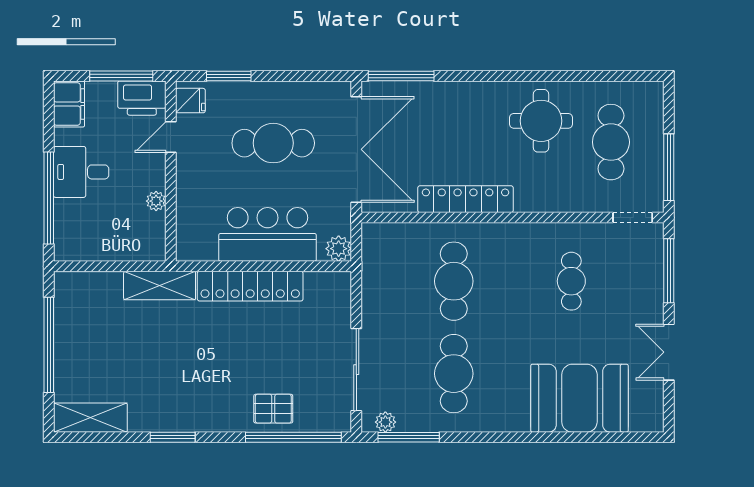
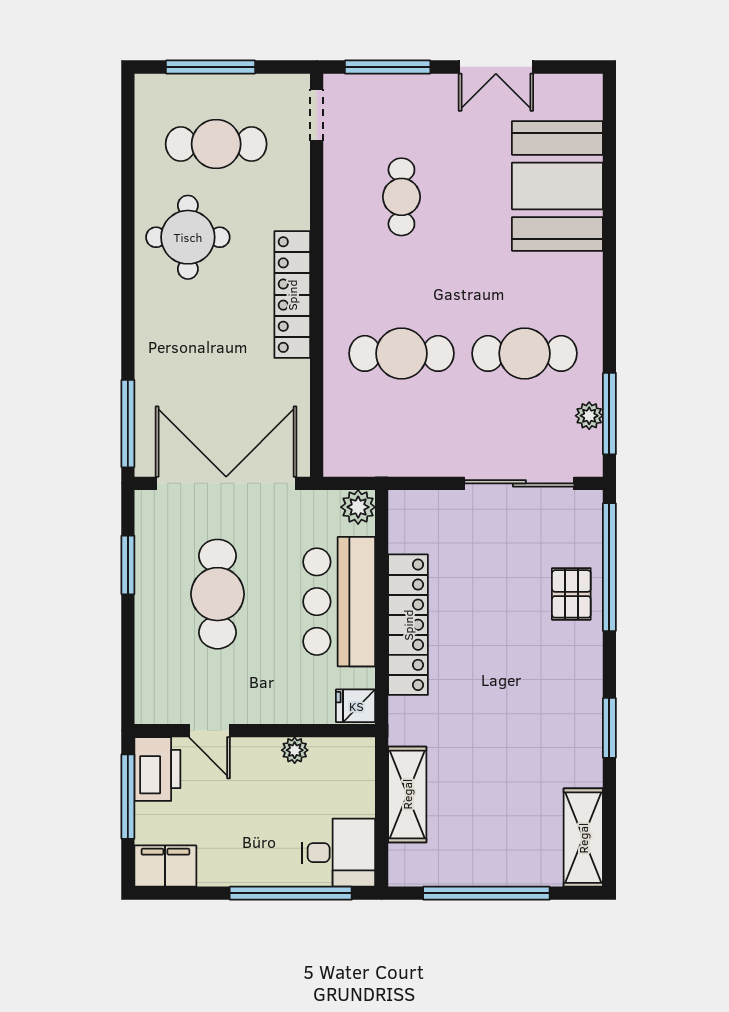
window: (229, 76) -> (128, 565), moved
fridge: (190, 101) -> (356, 706), moved, turned -90
window: (669, 167) -> (211, 67), moved
desk: (81, 172) -> (338, 853), moved, turned -90
locker: (465, 199) -> (292, 295), moved
cafe table: (571, 281) -> (401, 197), turned 90
shelving: (160, 286) -> (407, 794), moved
plant: (385, 422) -> (589, 416), moved

